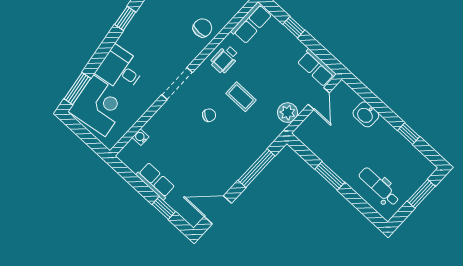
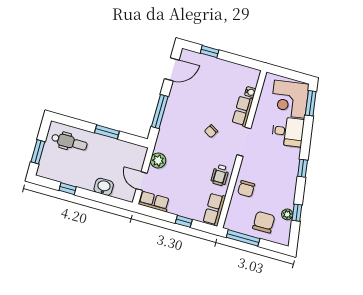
wheelchair: (225, 59) -> (220, 175), turned 180
coffee table: (241, 97) -> (196, 155), removed
row of seats: (156, 181) -> (243, 111), moved, turned 90

